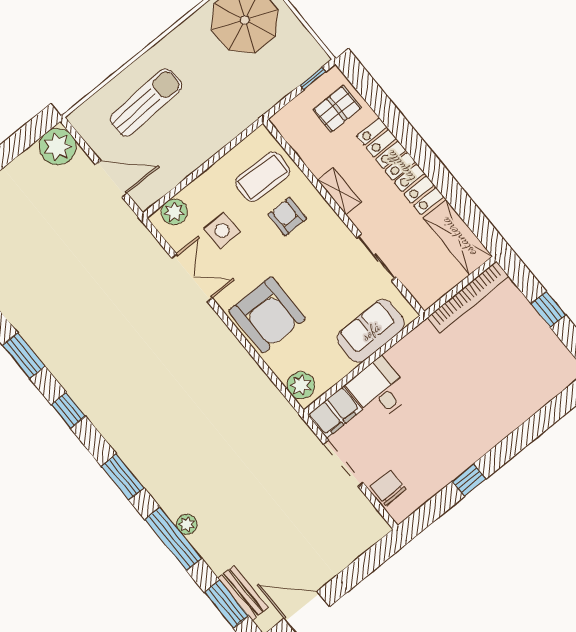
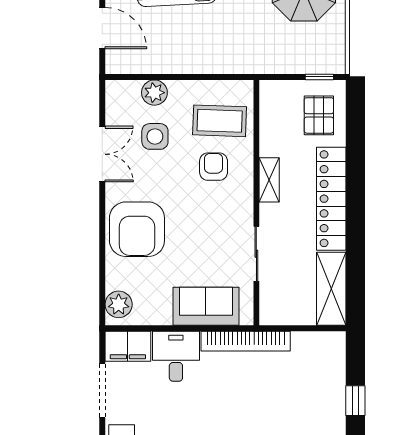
pallet: (337, 109) -> (319, 115), turned 90
plant: (174, 212) -> (154, 93), moved
bookcase: (468, 297) -> (246, 341), moved

